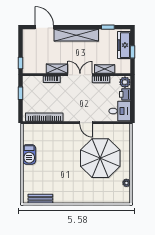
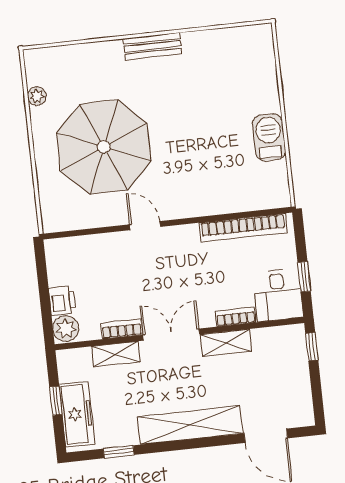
double door: (80, 75) -> (171, 335), swing flipped
desk: (120, 111) -> (278, 295), moved, turned -90
bench: (40, 199) -> (152, 46), moved

